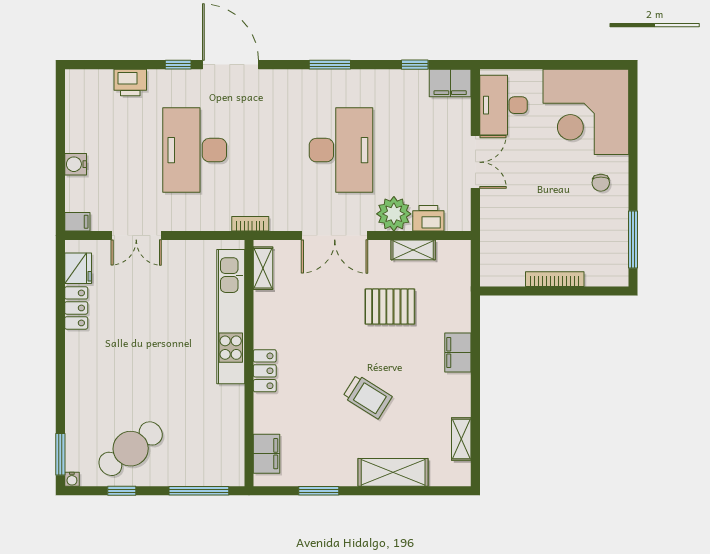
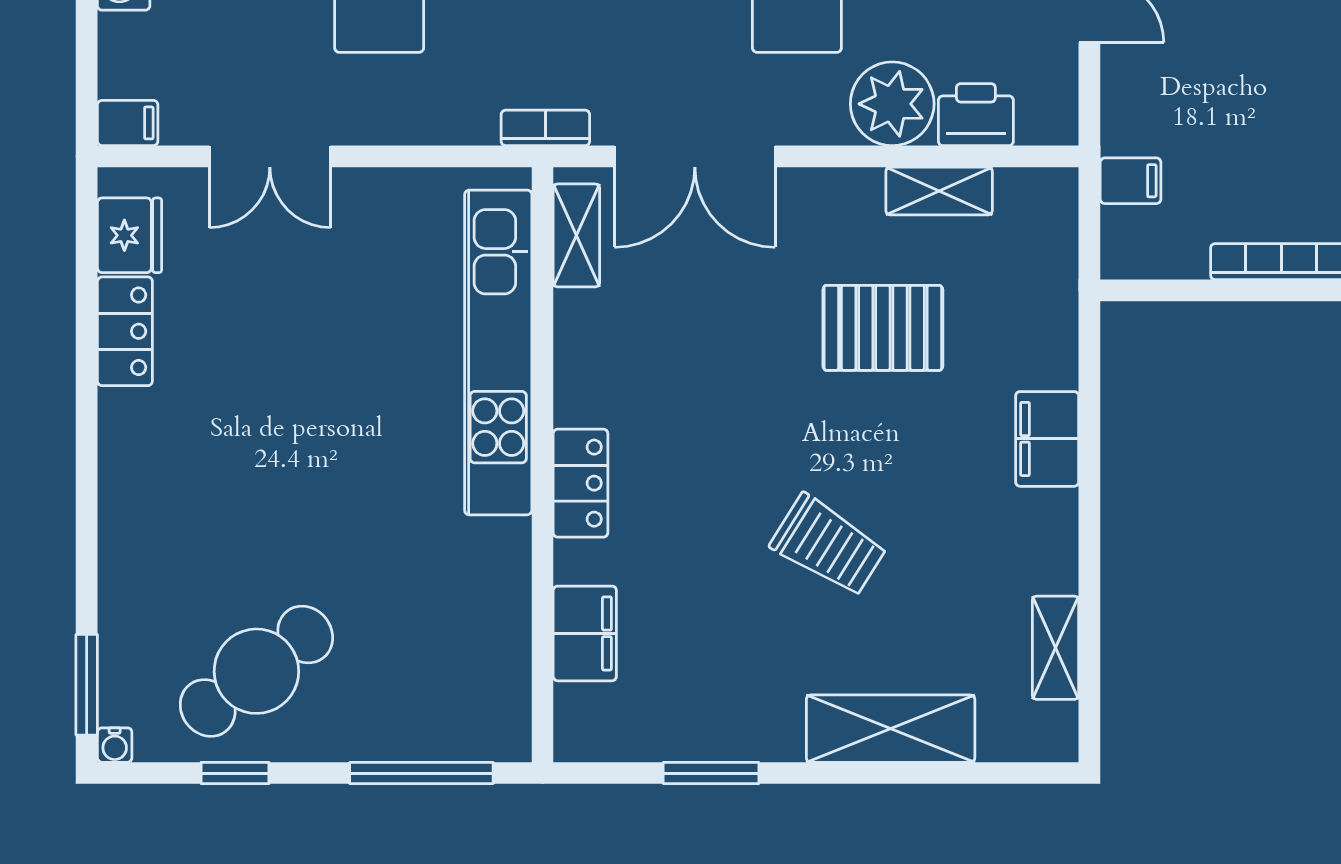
double door: (335, 236) -> (695, 156), moved
filing cabinet: (492, 246) -> (1131, 181), added
filing cabinet: (267, 454) -> (585, 633), moved

